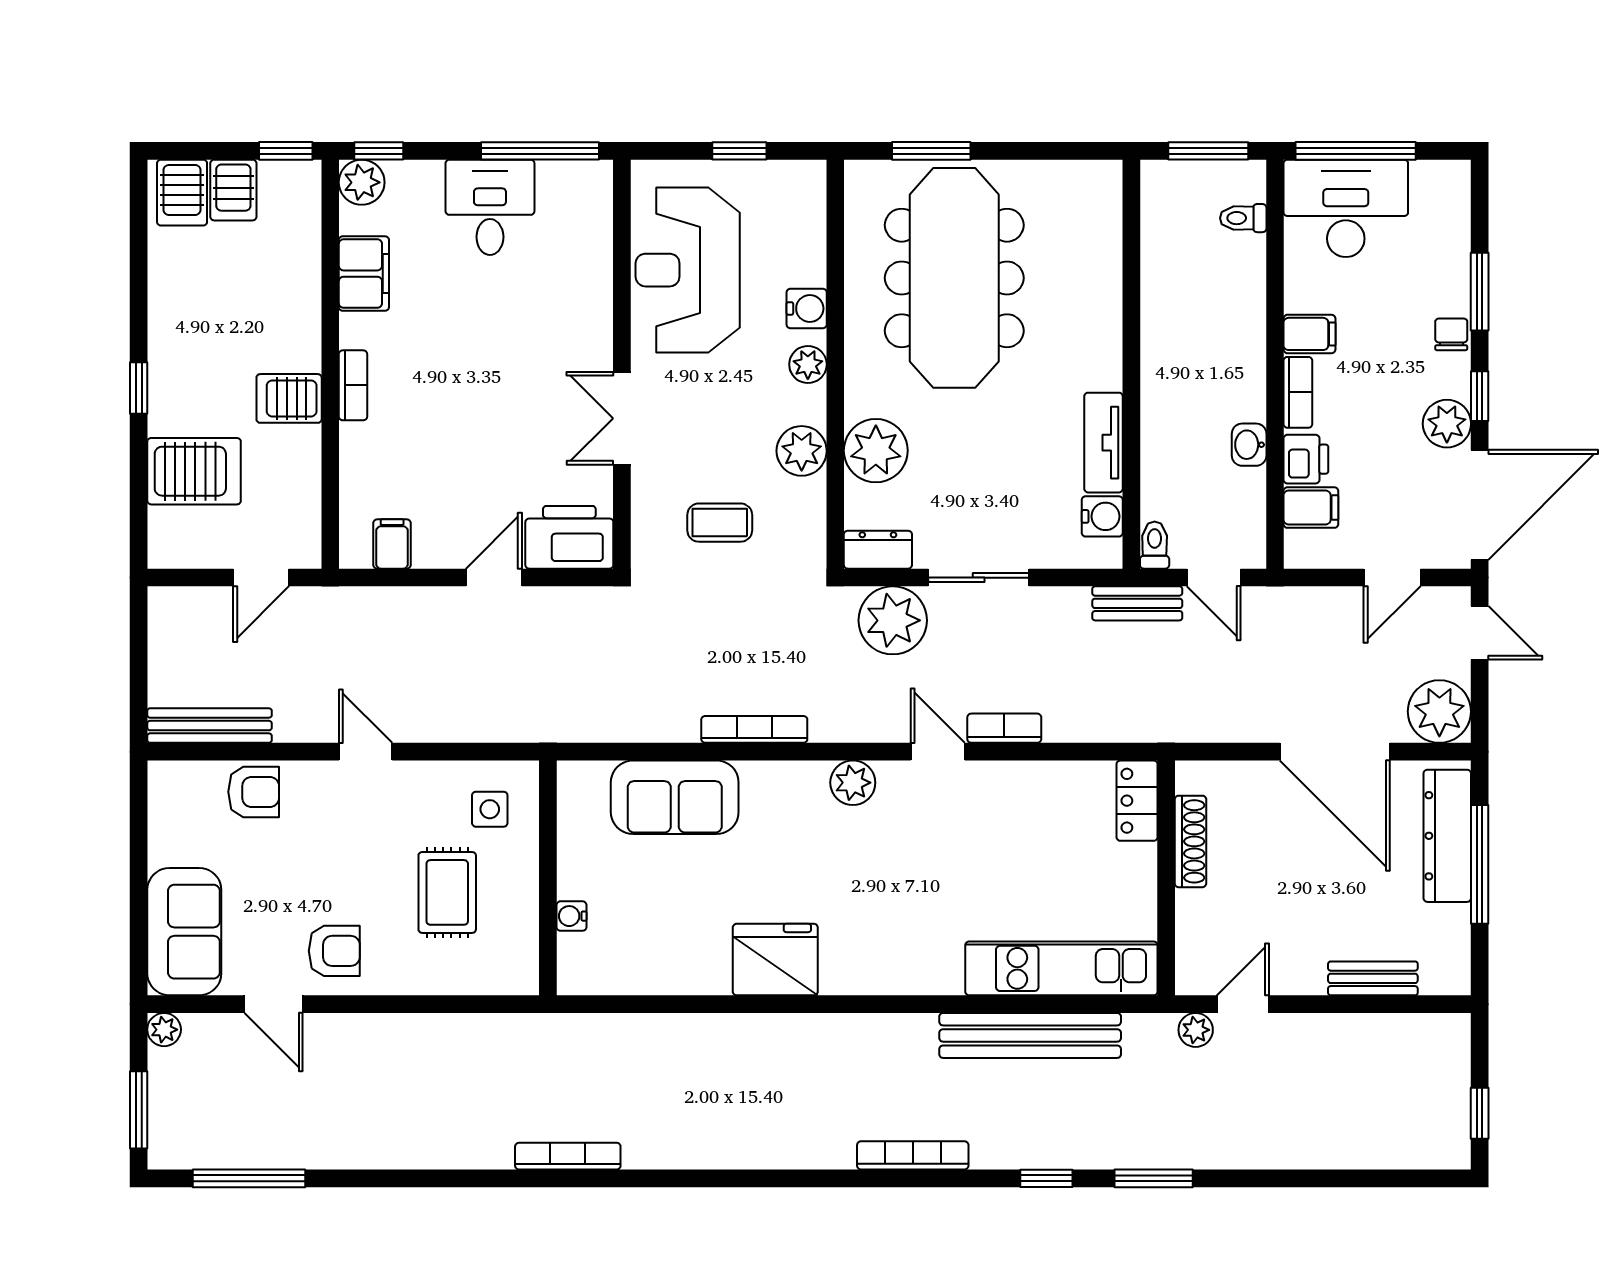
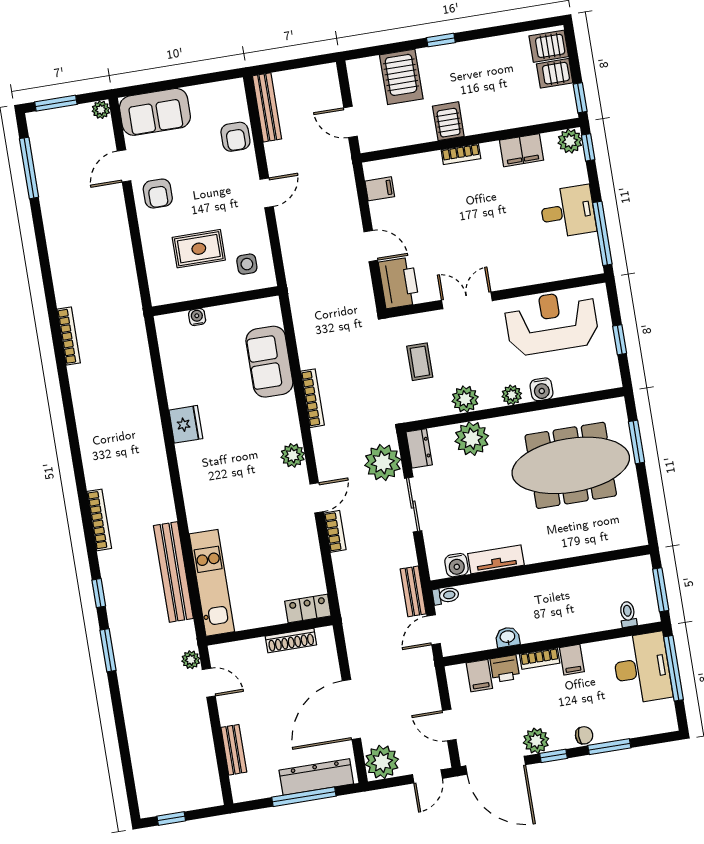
fridge: (775, 960) -> (186, 424), width x0.73, depth x0.75

